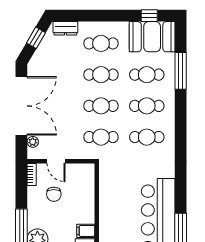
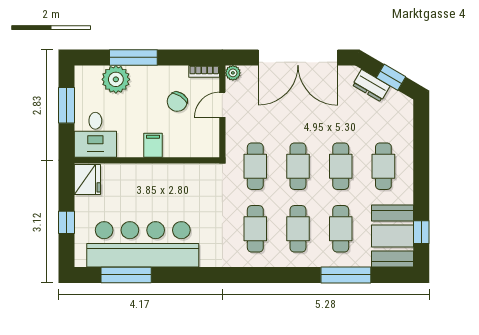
dresser: (65, 28) -> (371, 86), moved, turned -60
plant: (33, 142) -> (233, 73), moved
chair: (54, 194) -> (177, 102), turned -57
filing cabinet: (86, 231) -> (153, 145), moved

